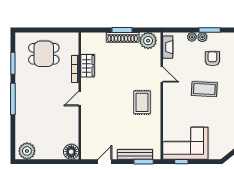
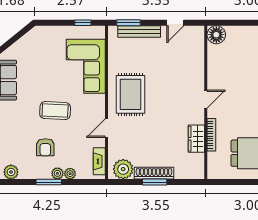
door: (162, 75) -> (107, 128), hinge flipped
rug: (142, 102) -> (131, 94), width x1.36, depth x1.43
corner sofa: (185, 143) -> (86, 66), moved, turned 90

